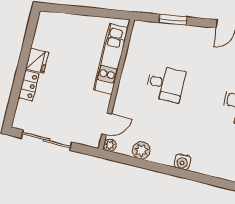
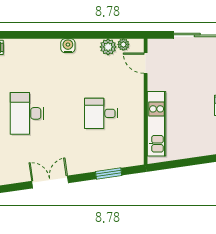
door: (107, 124) -> (146, 63), hinge flipped
plant: (110, 145) -> (123, 44), moved

